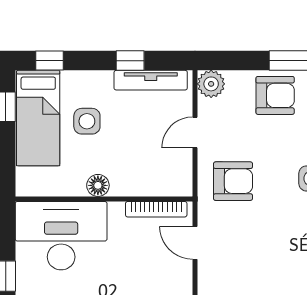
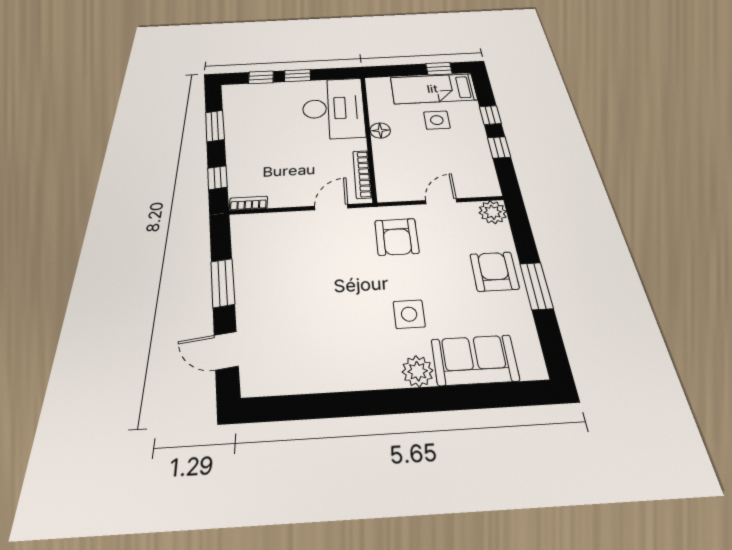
window: (50, 61) -> (490, 115), moved
tv unit: (151, 80) -> (485, 163), removed
armchair: (275, 95) -> (494, 271), turned 180
door: (195, 133) -> (441, 201), hinge flipped

